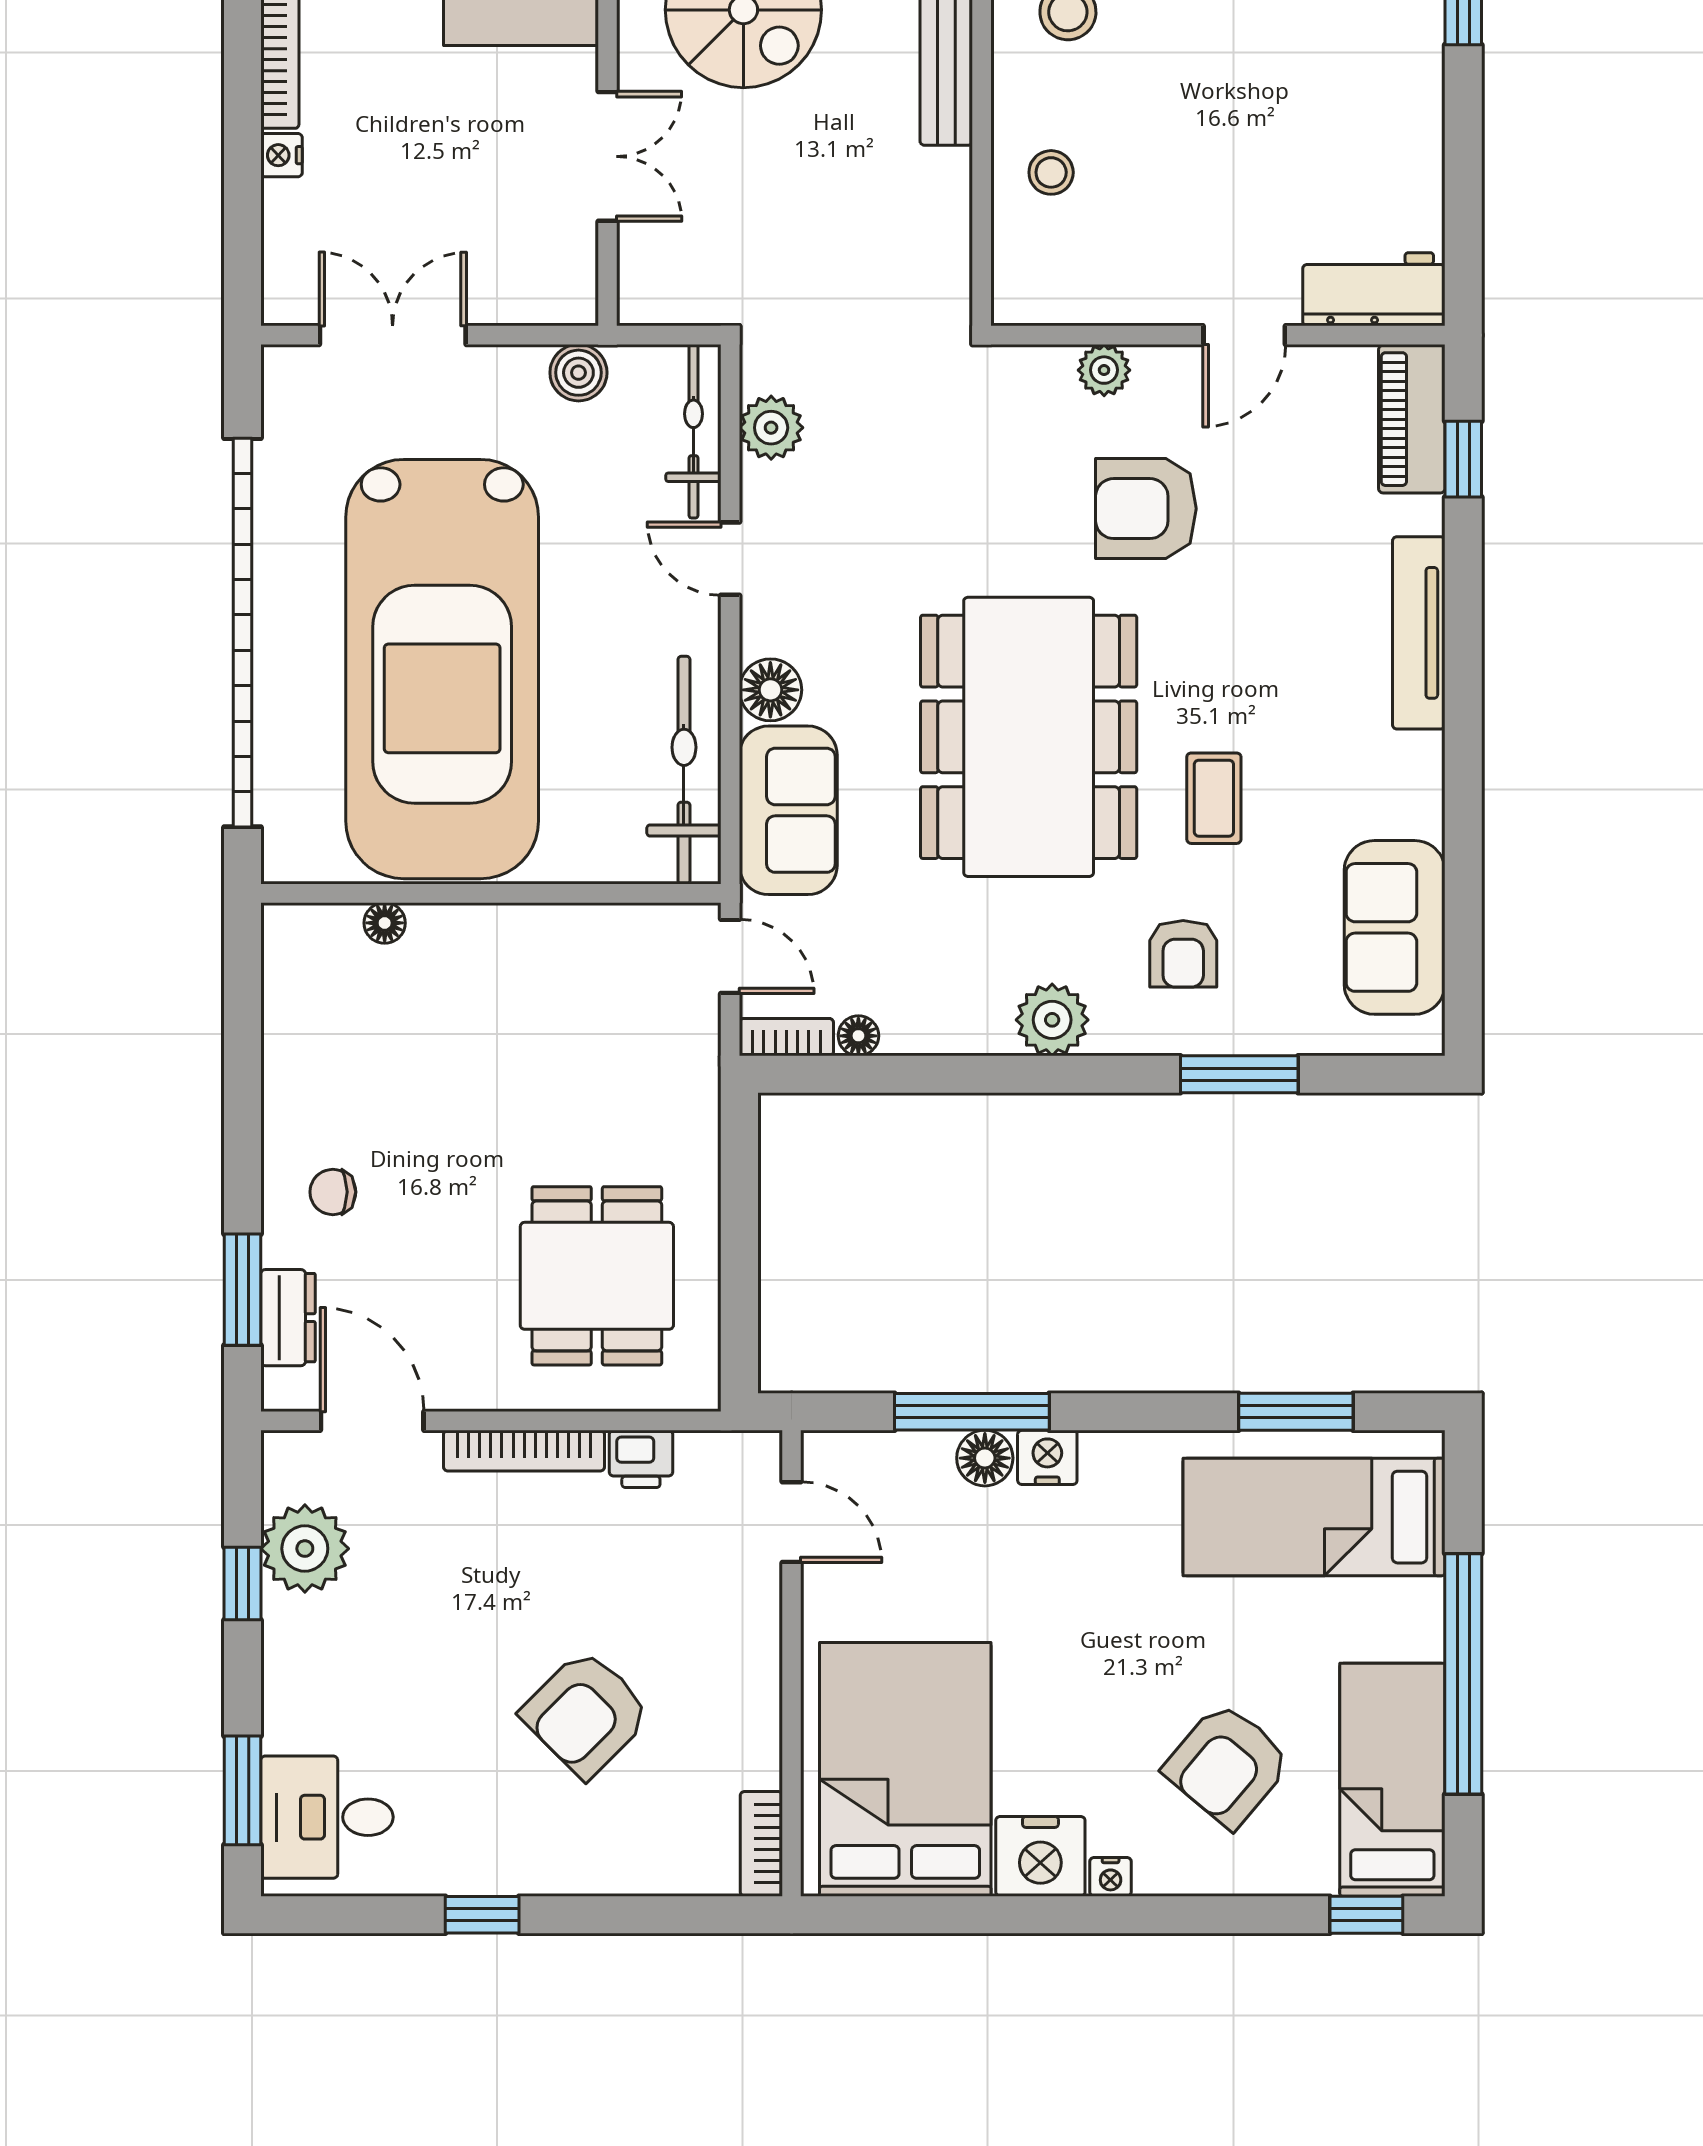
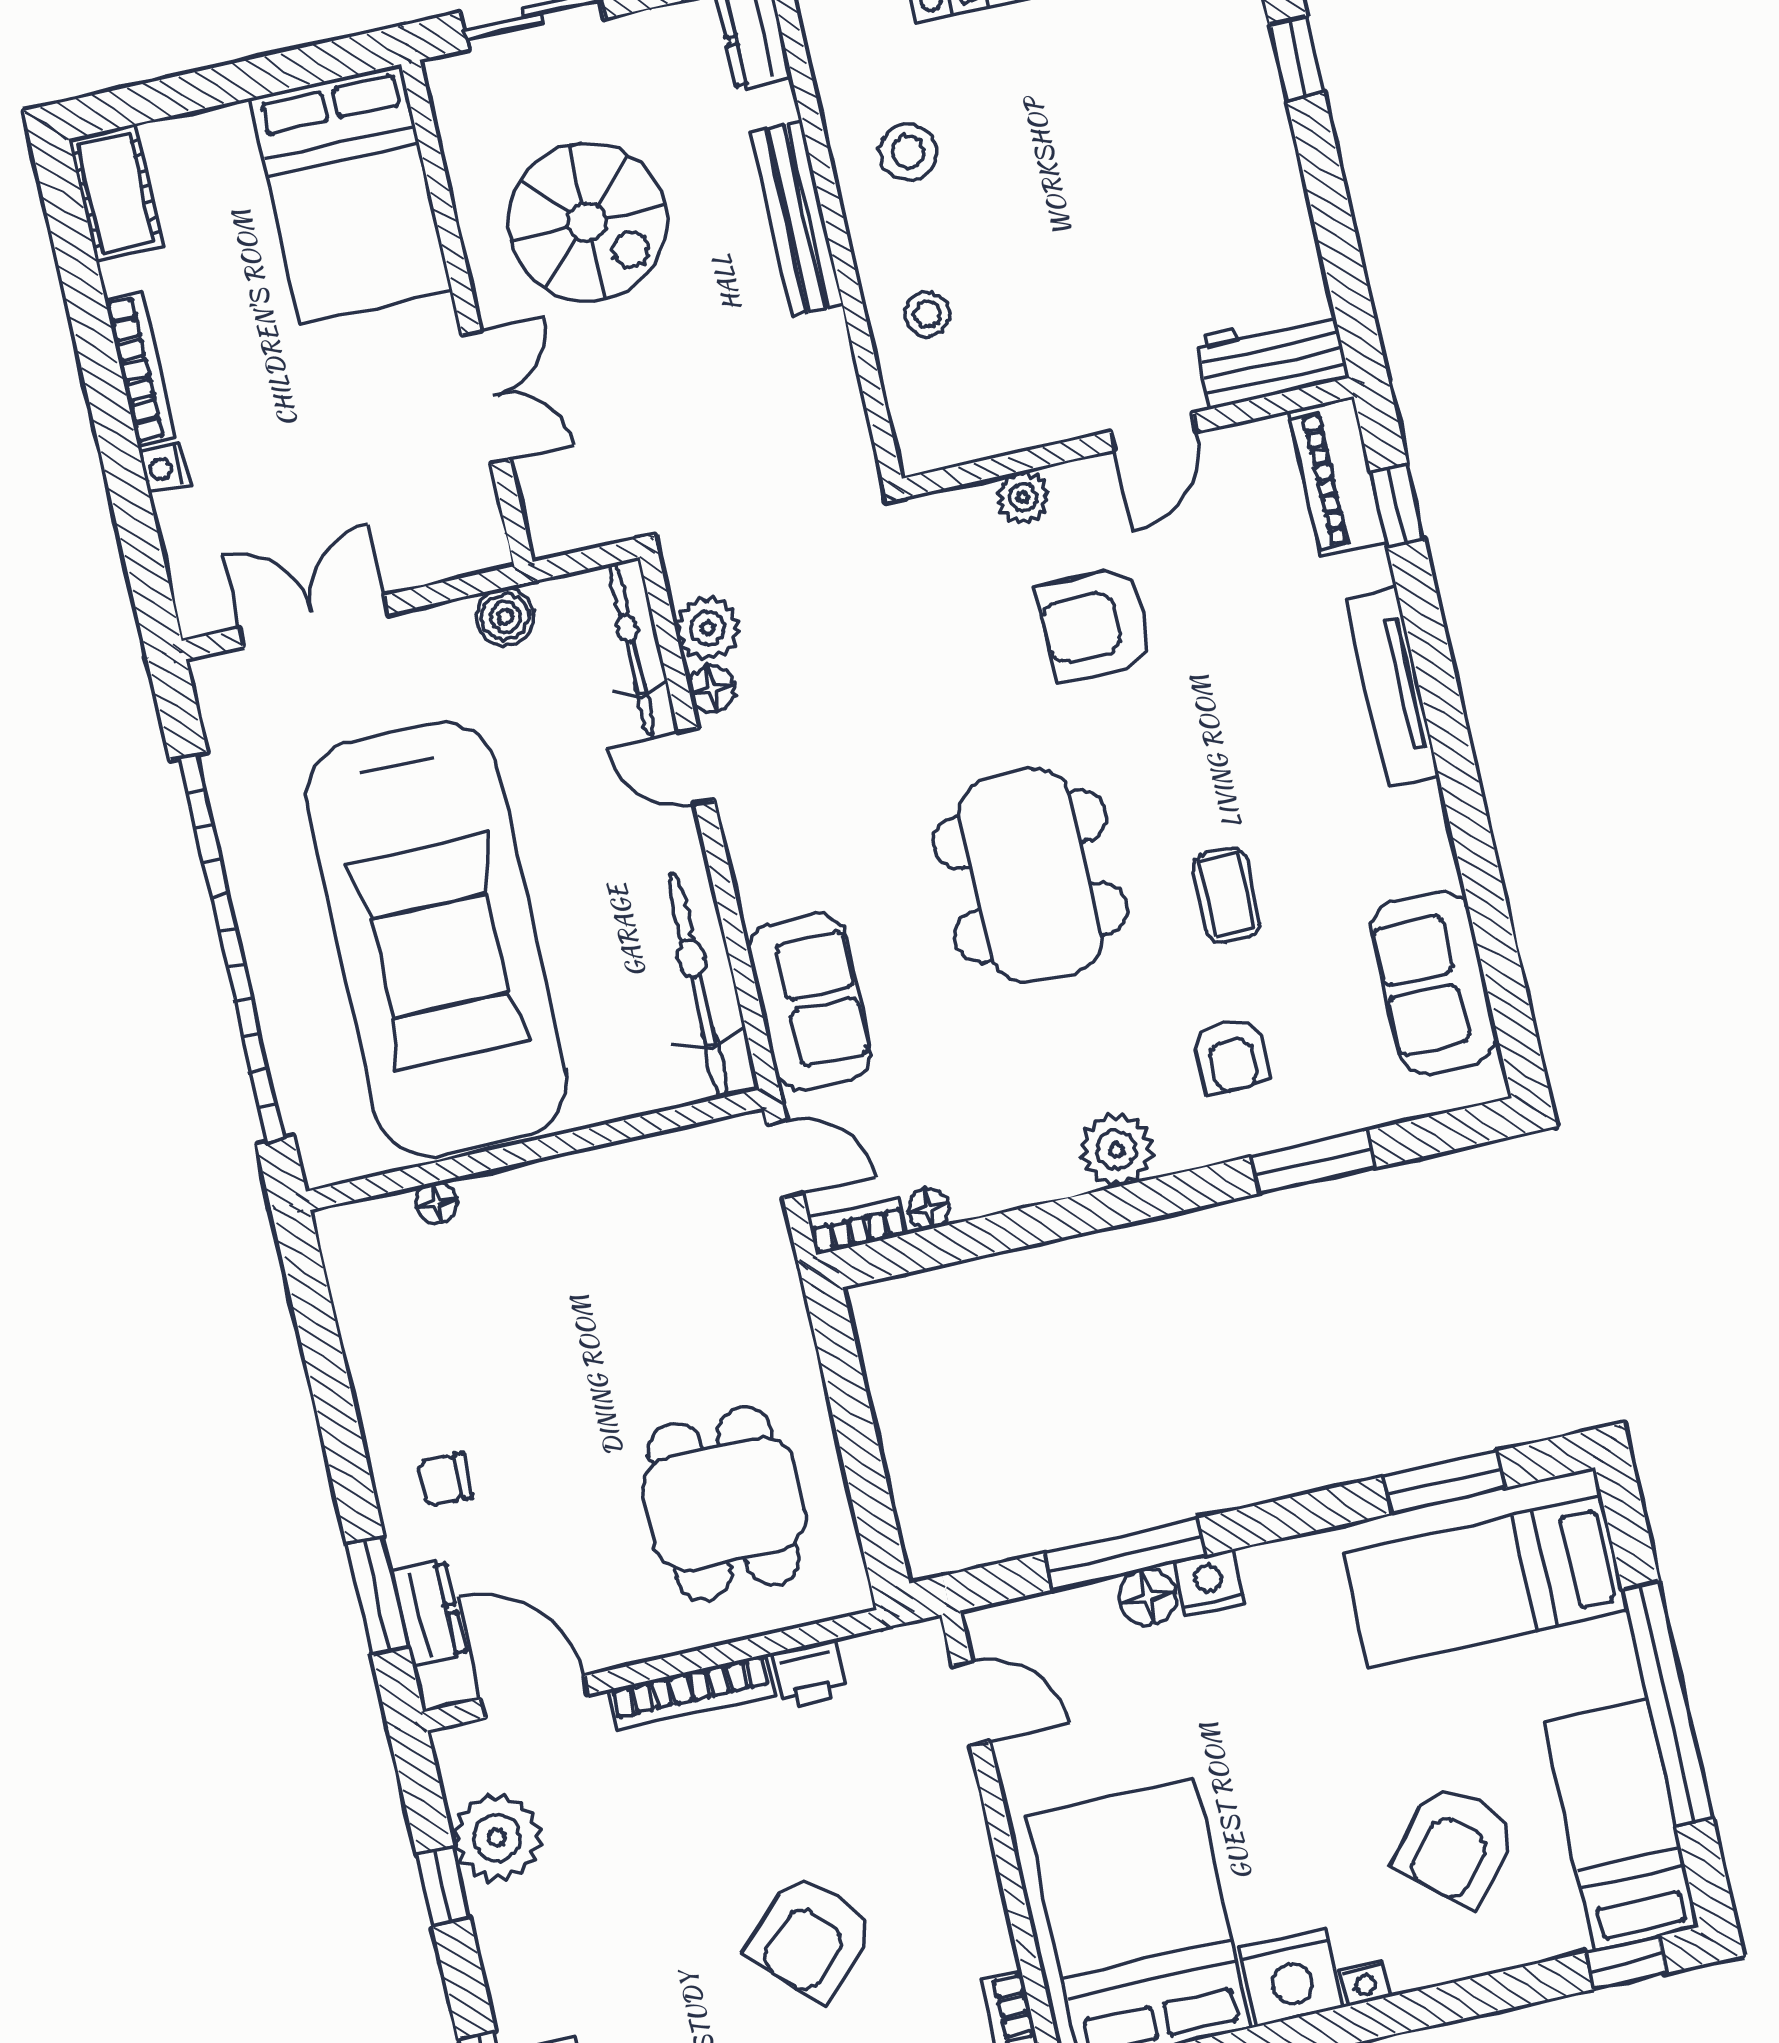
floor lamp: (770, 690) -> (712, 689), moved, width x0.73, depth x0.73
dining table: (1029, 737) -> (1030, 876), width x0.73, depth x0.80

